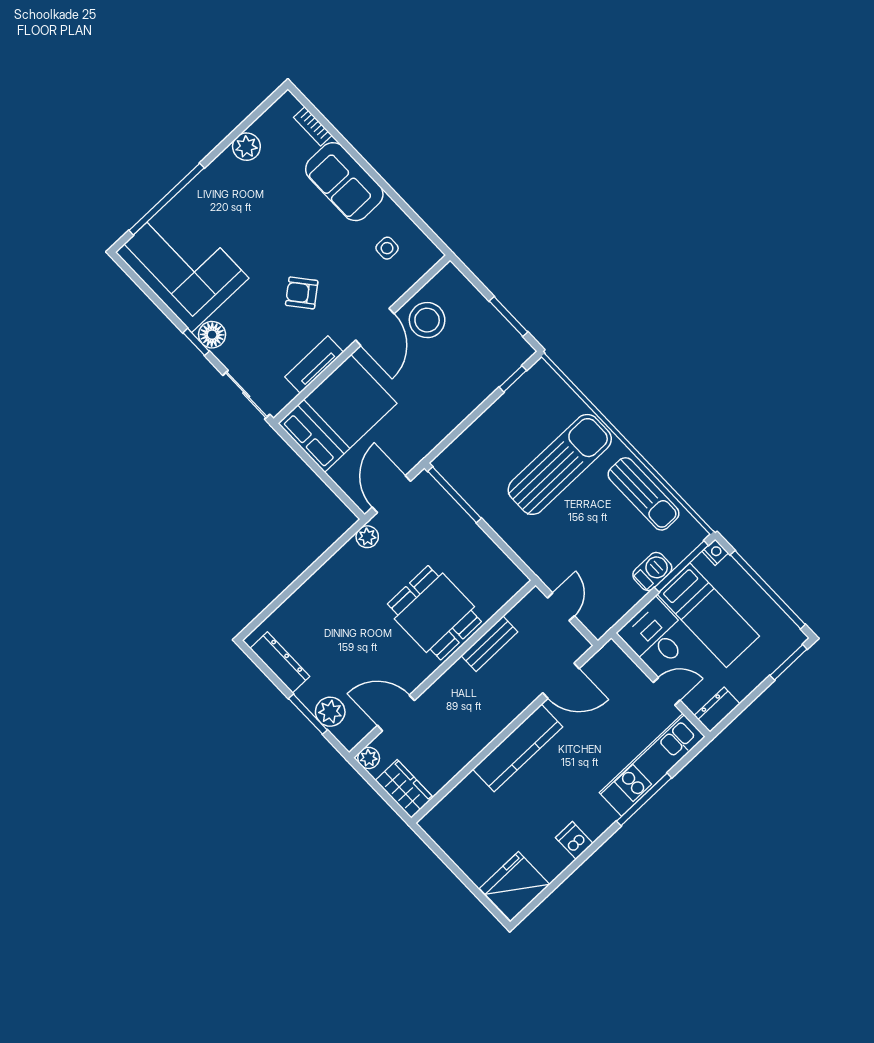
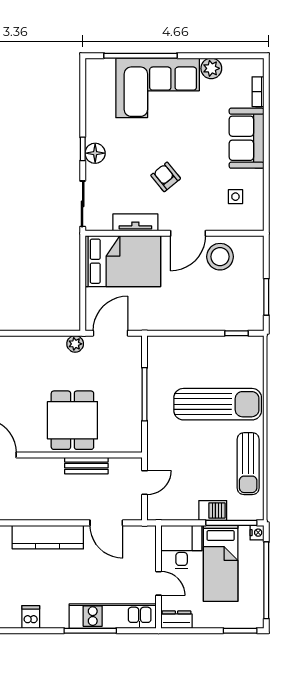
corner sofa: (182, 265) -> (158, 88), moved, turned 90
window: (455, 495) -> (145, 394), moved

